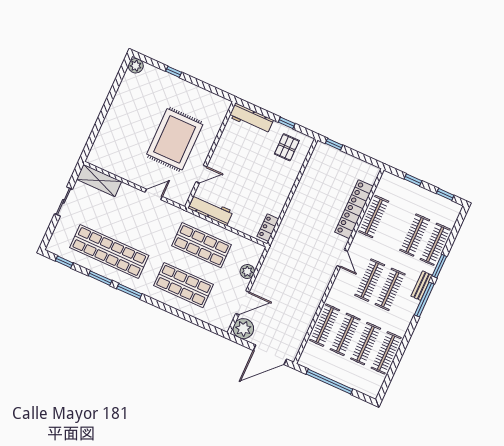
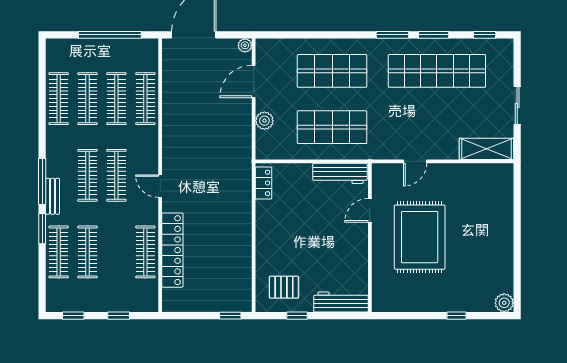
pallet: (287, 147) -> (284, 287), turned 90
plant: (243, 329) -> (245, 45), width x0.53, depth x0.53

